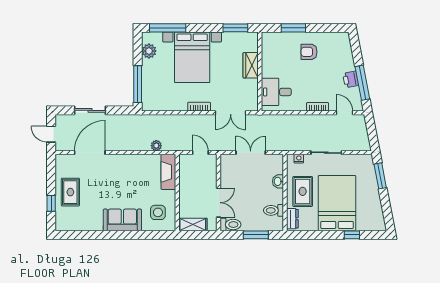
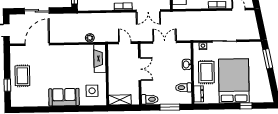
double door: (218, 203) -> (140, 69), moved

